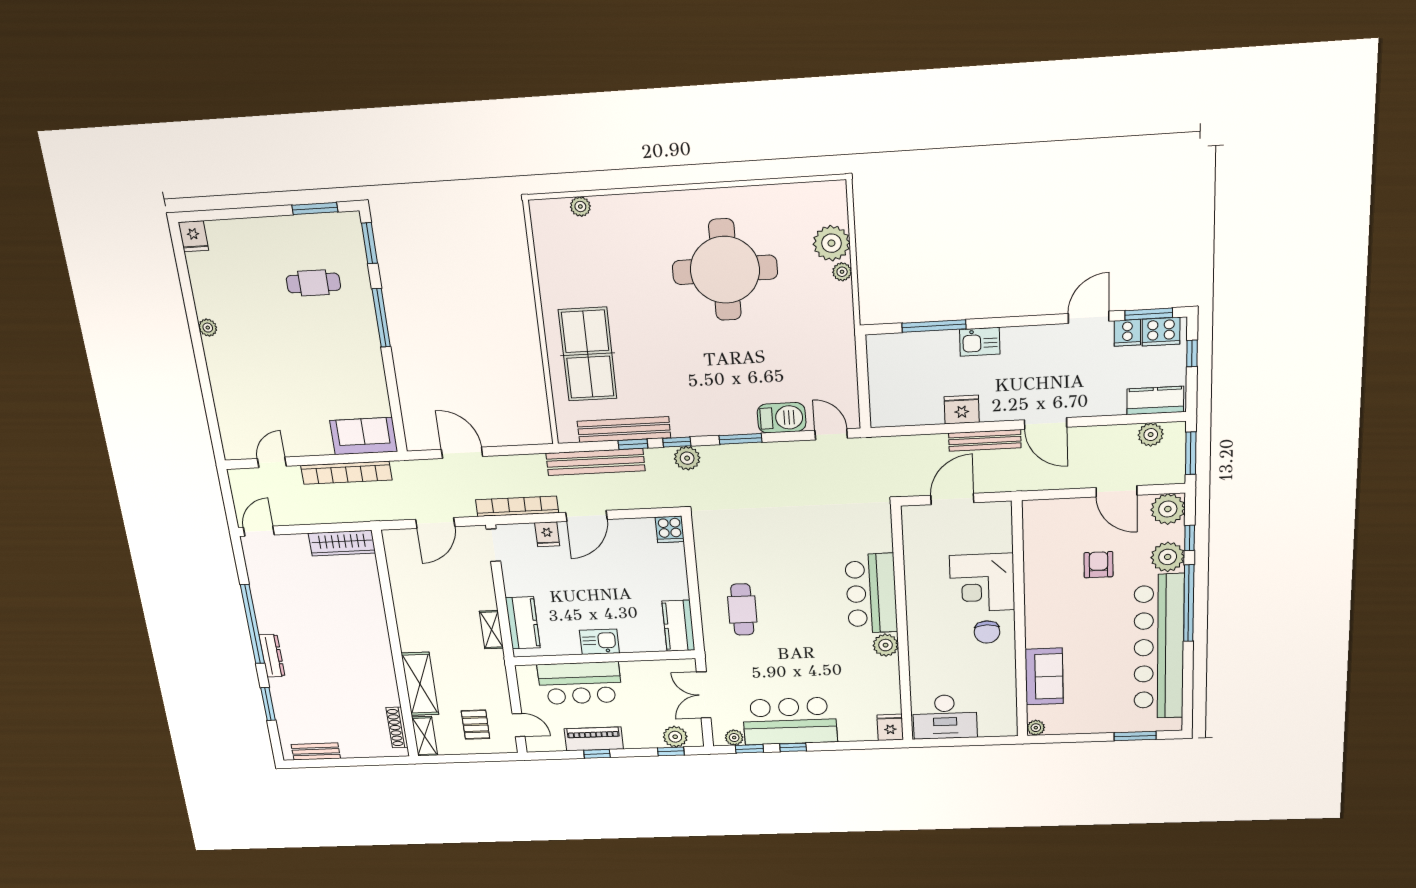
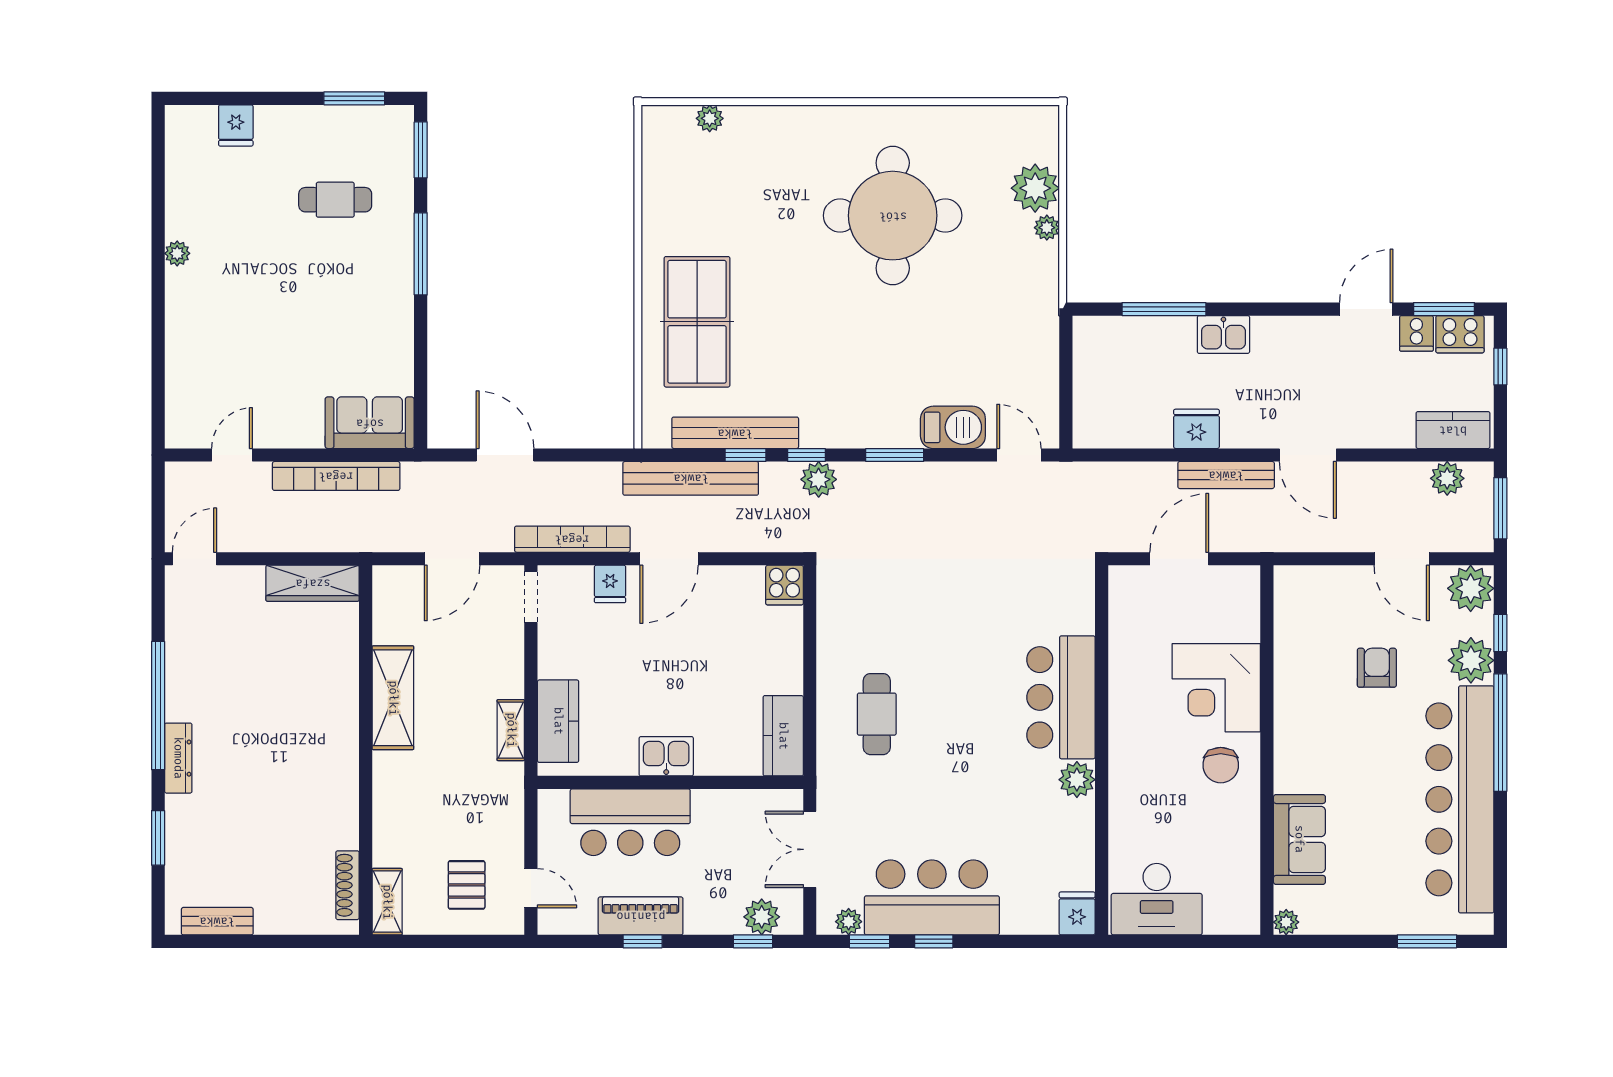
fridge: (193, 236) -> (236, 125), moved
shelving: (420, 684) -> (393, 698), moved

